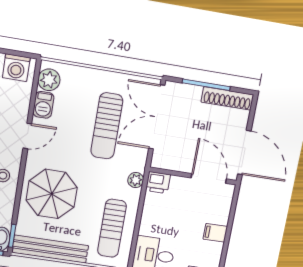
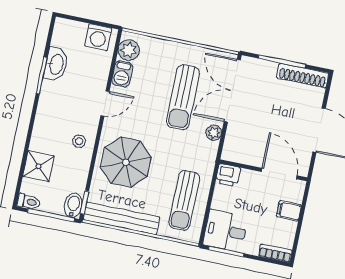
wall: (193, 176) -> (263, 170), moved
door: (209, 178) -> (279, 174), moved
plant: (136, 180) -> (214, 133), moved
printer: (158, 183) -> (228, 175), moved

